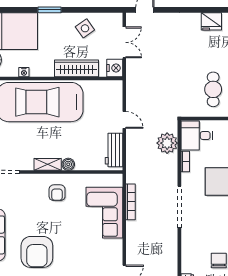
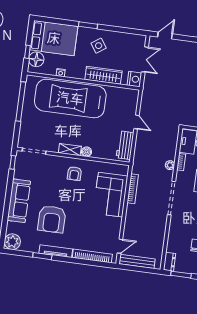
side table: (85, 28) -> (99, 46), moved
plant: (167, 143) -> (170, 165), moved, width x0.53, depth x0.53

